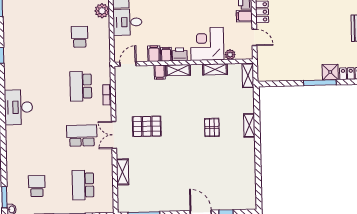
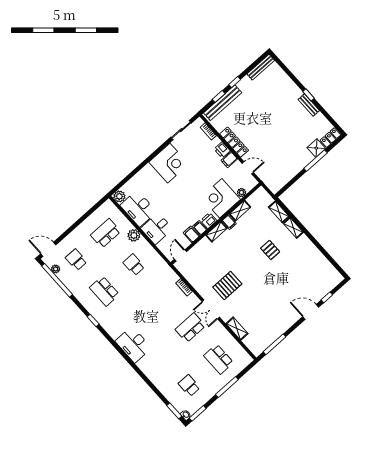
filing cabinet: (160, 72) -> (229, 222), moved
shelving: (248, 76) -> (279, 212), moved
school desk: (81, 86) -> (104, 291), moved

